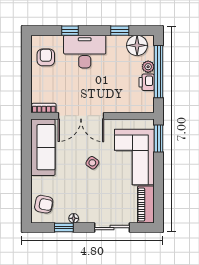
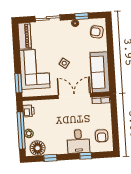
desk: (85, 52) -> (78, 141), width x0.73
printer: (147, 82) -> (29, 111), moved

